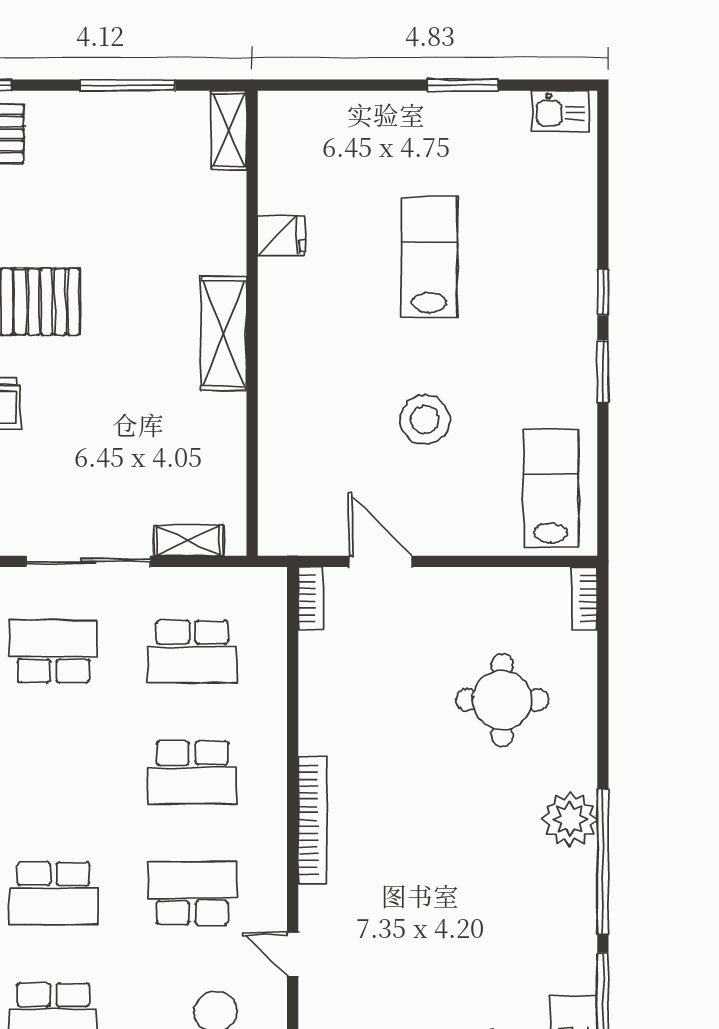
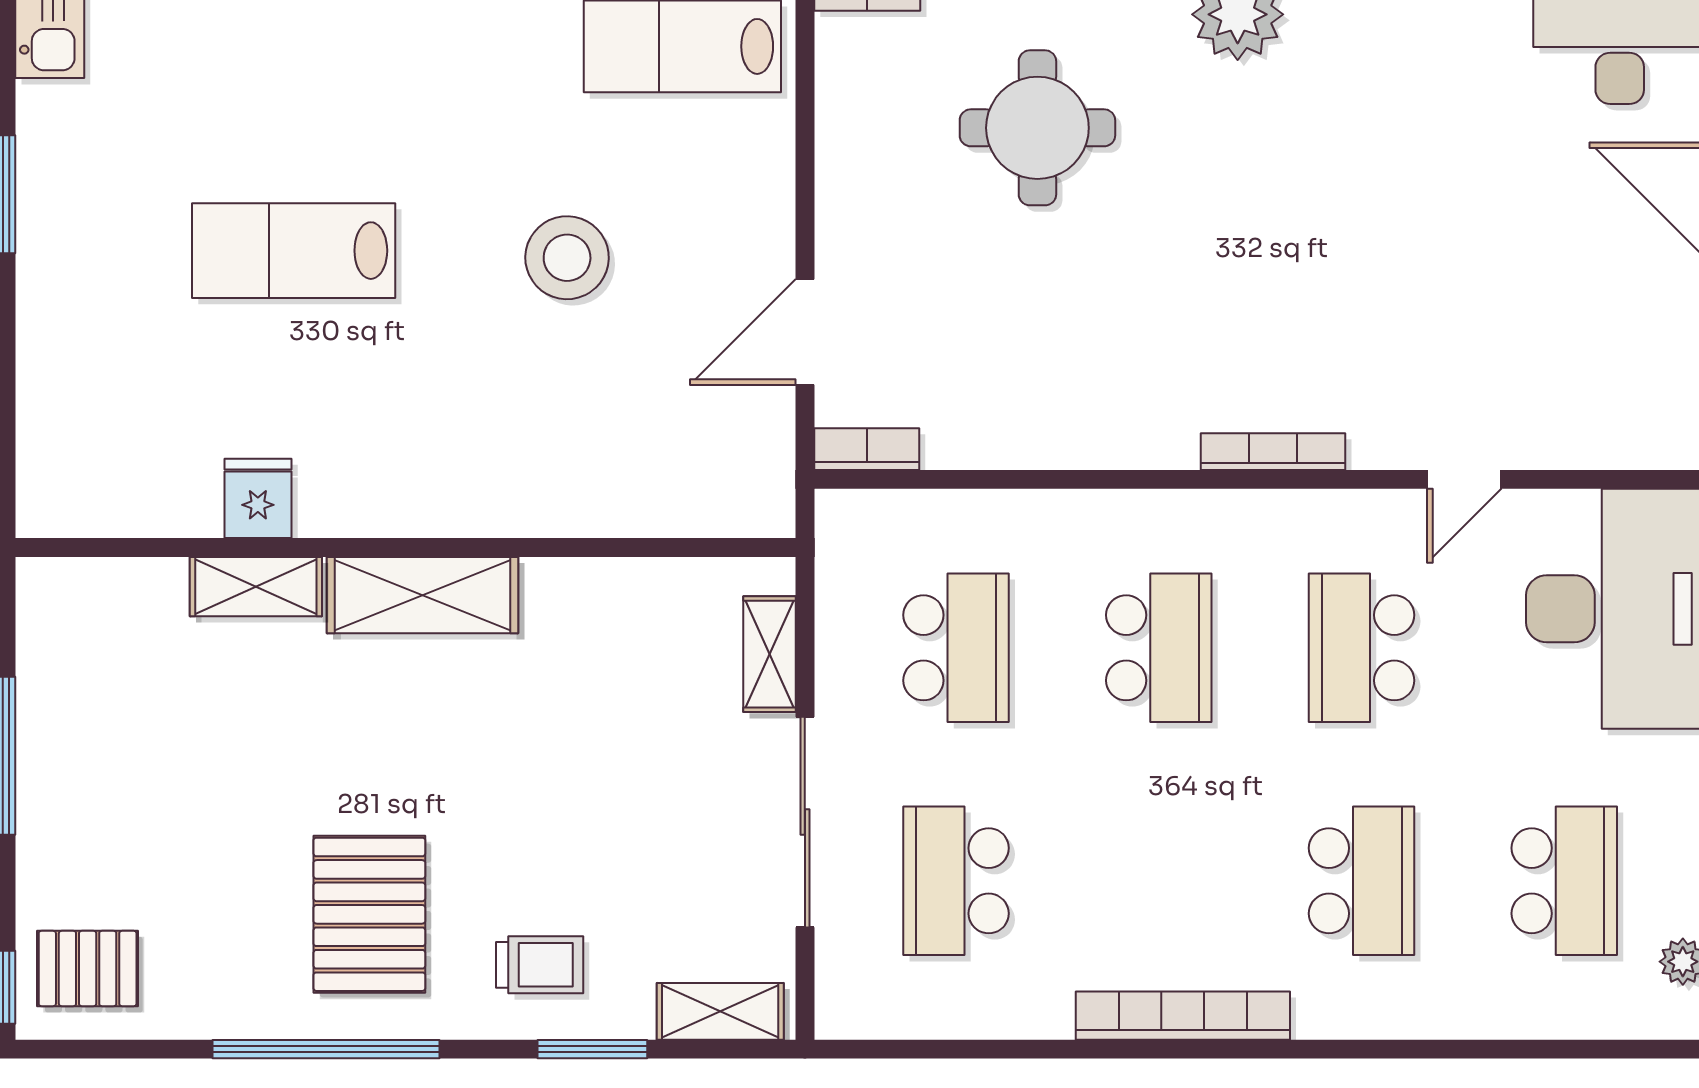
shelving: (229, 130) -> (256, 587), moved
bookcase: (313, 820) -> (1273, 452), width x0.68, depth x0.76

